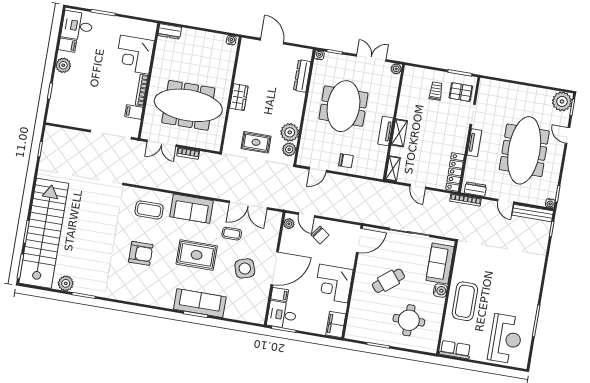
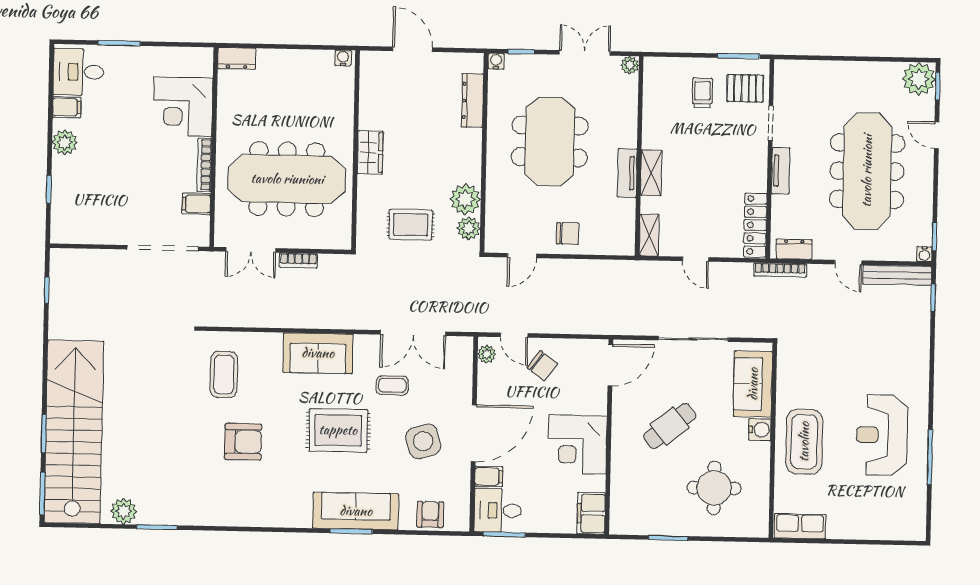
coffee table: (149, 210) -> (224, 374), moved, turned 90
armchair: (243, 311) -> (430, 514), added
reception desk: (506, 339) -> (882, 435), moved, turned 180

